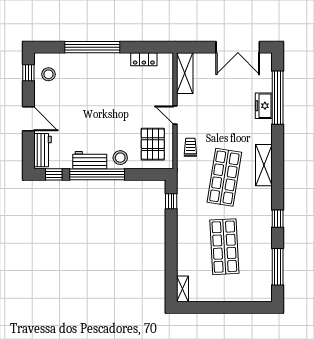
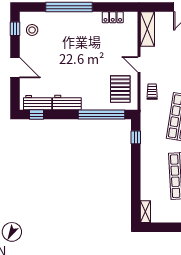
workbench: (42, 150) -> (38, 103), moved, turned -90
stool: (120, 158) -> (93, 100), removed
window: (97, 174) -> (101, 115), moved

